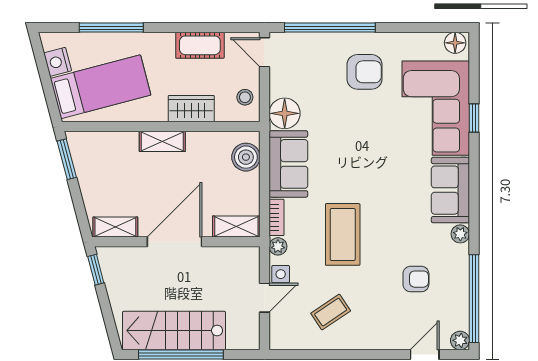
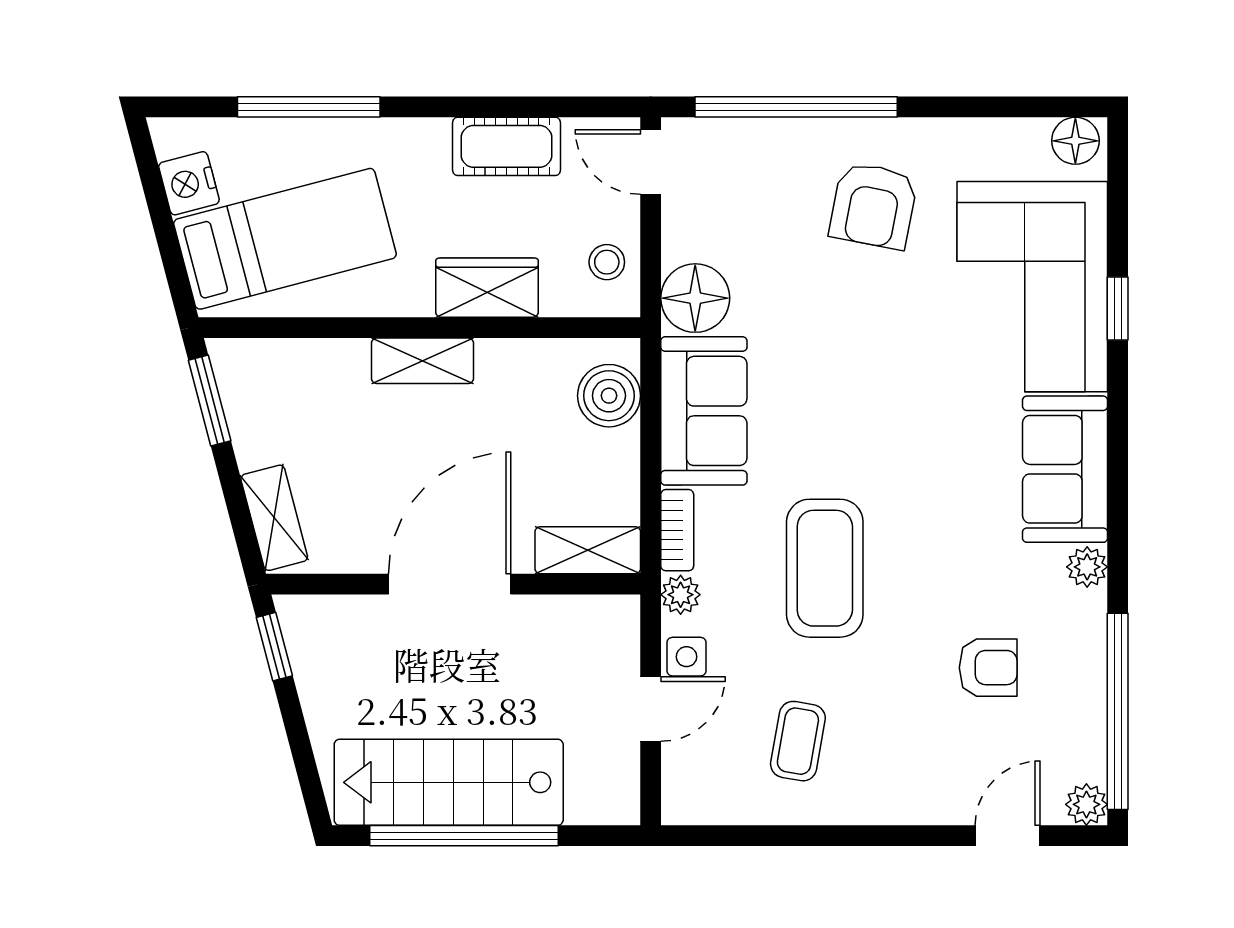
armchair: (364, 72) -> (873, 206), turned 101
shelving: (115, 227) -> (274, 518), moved, turned 75
coffee table: (331, 312) -> (798, 741), turned -46

